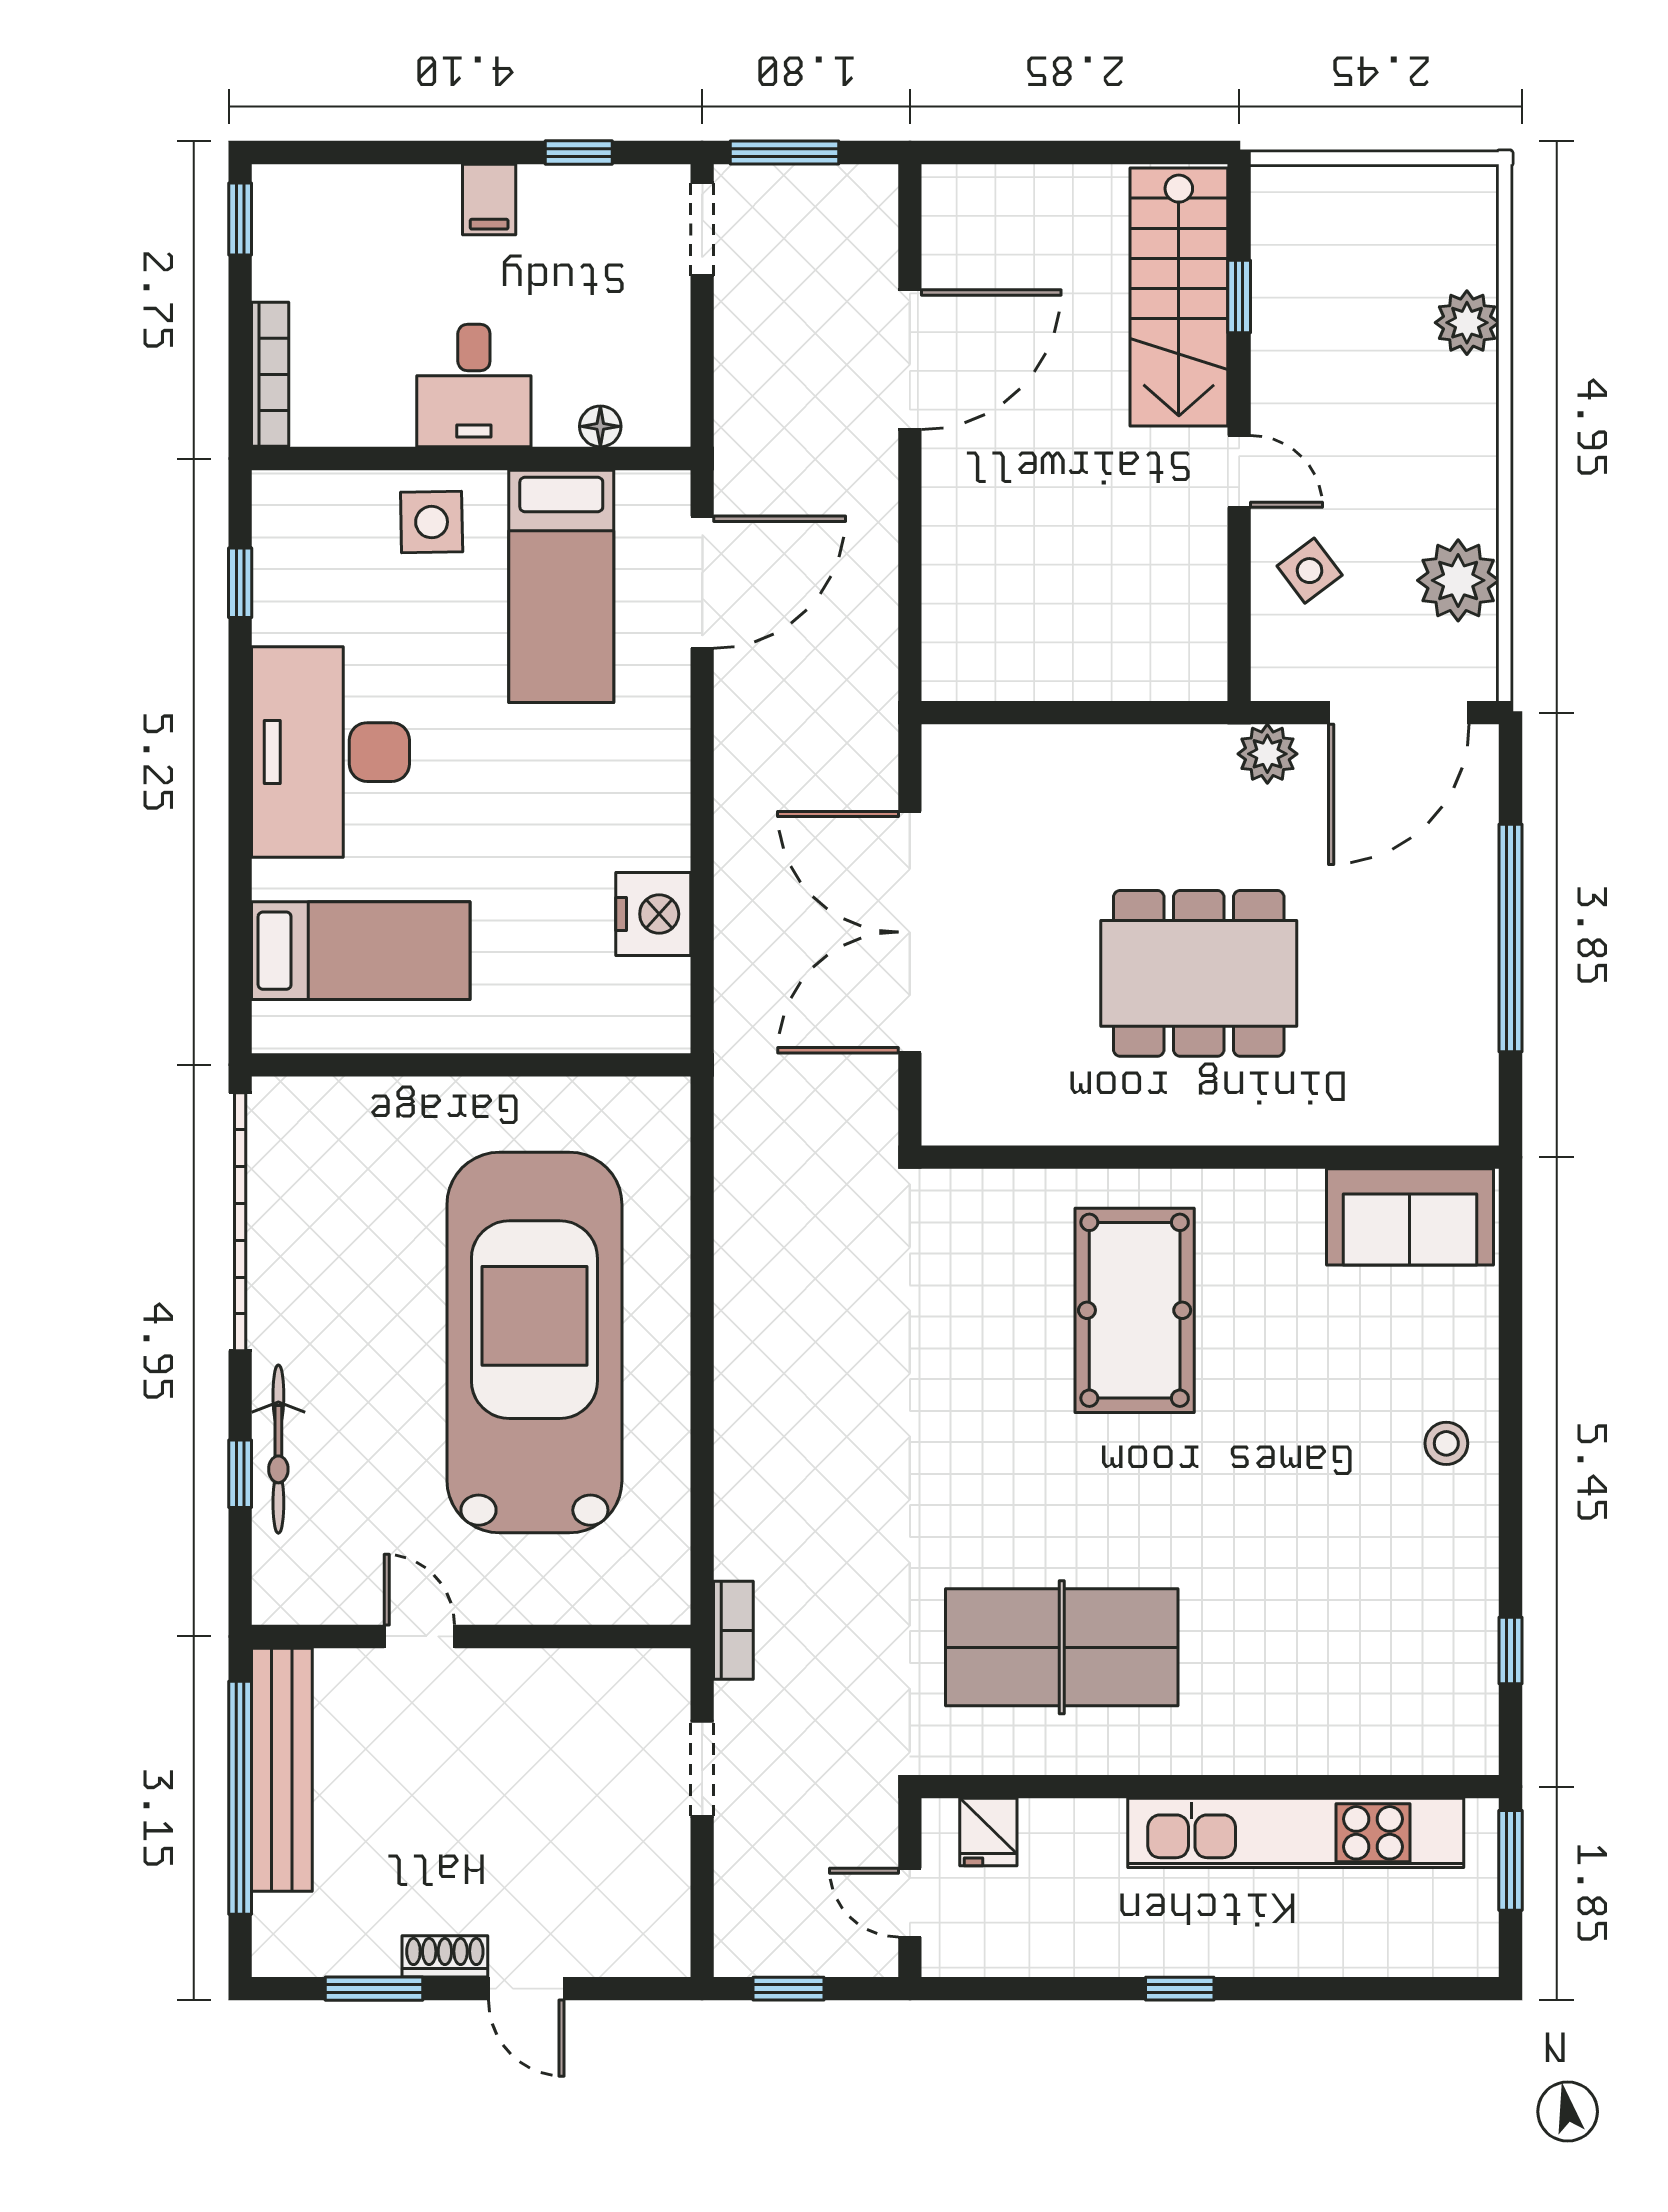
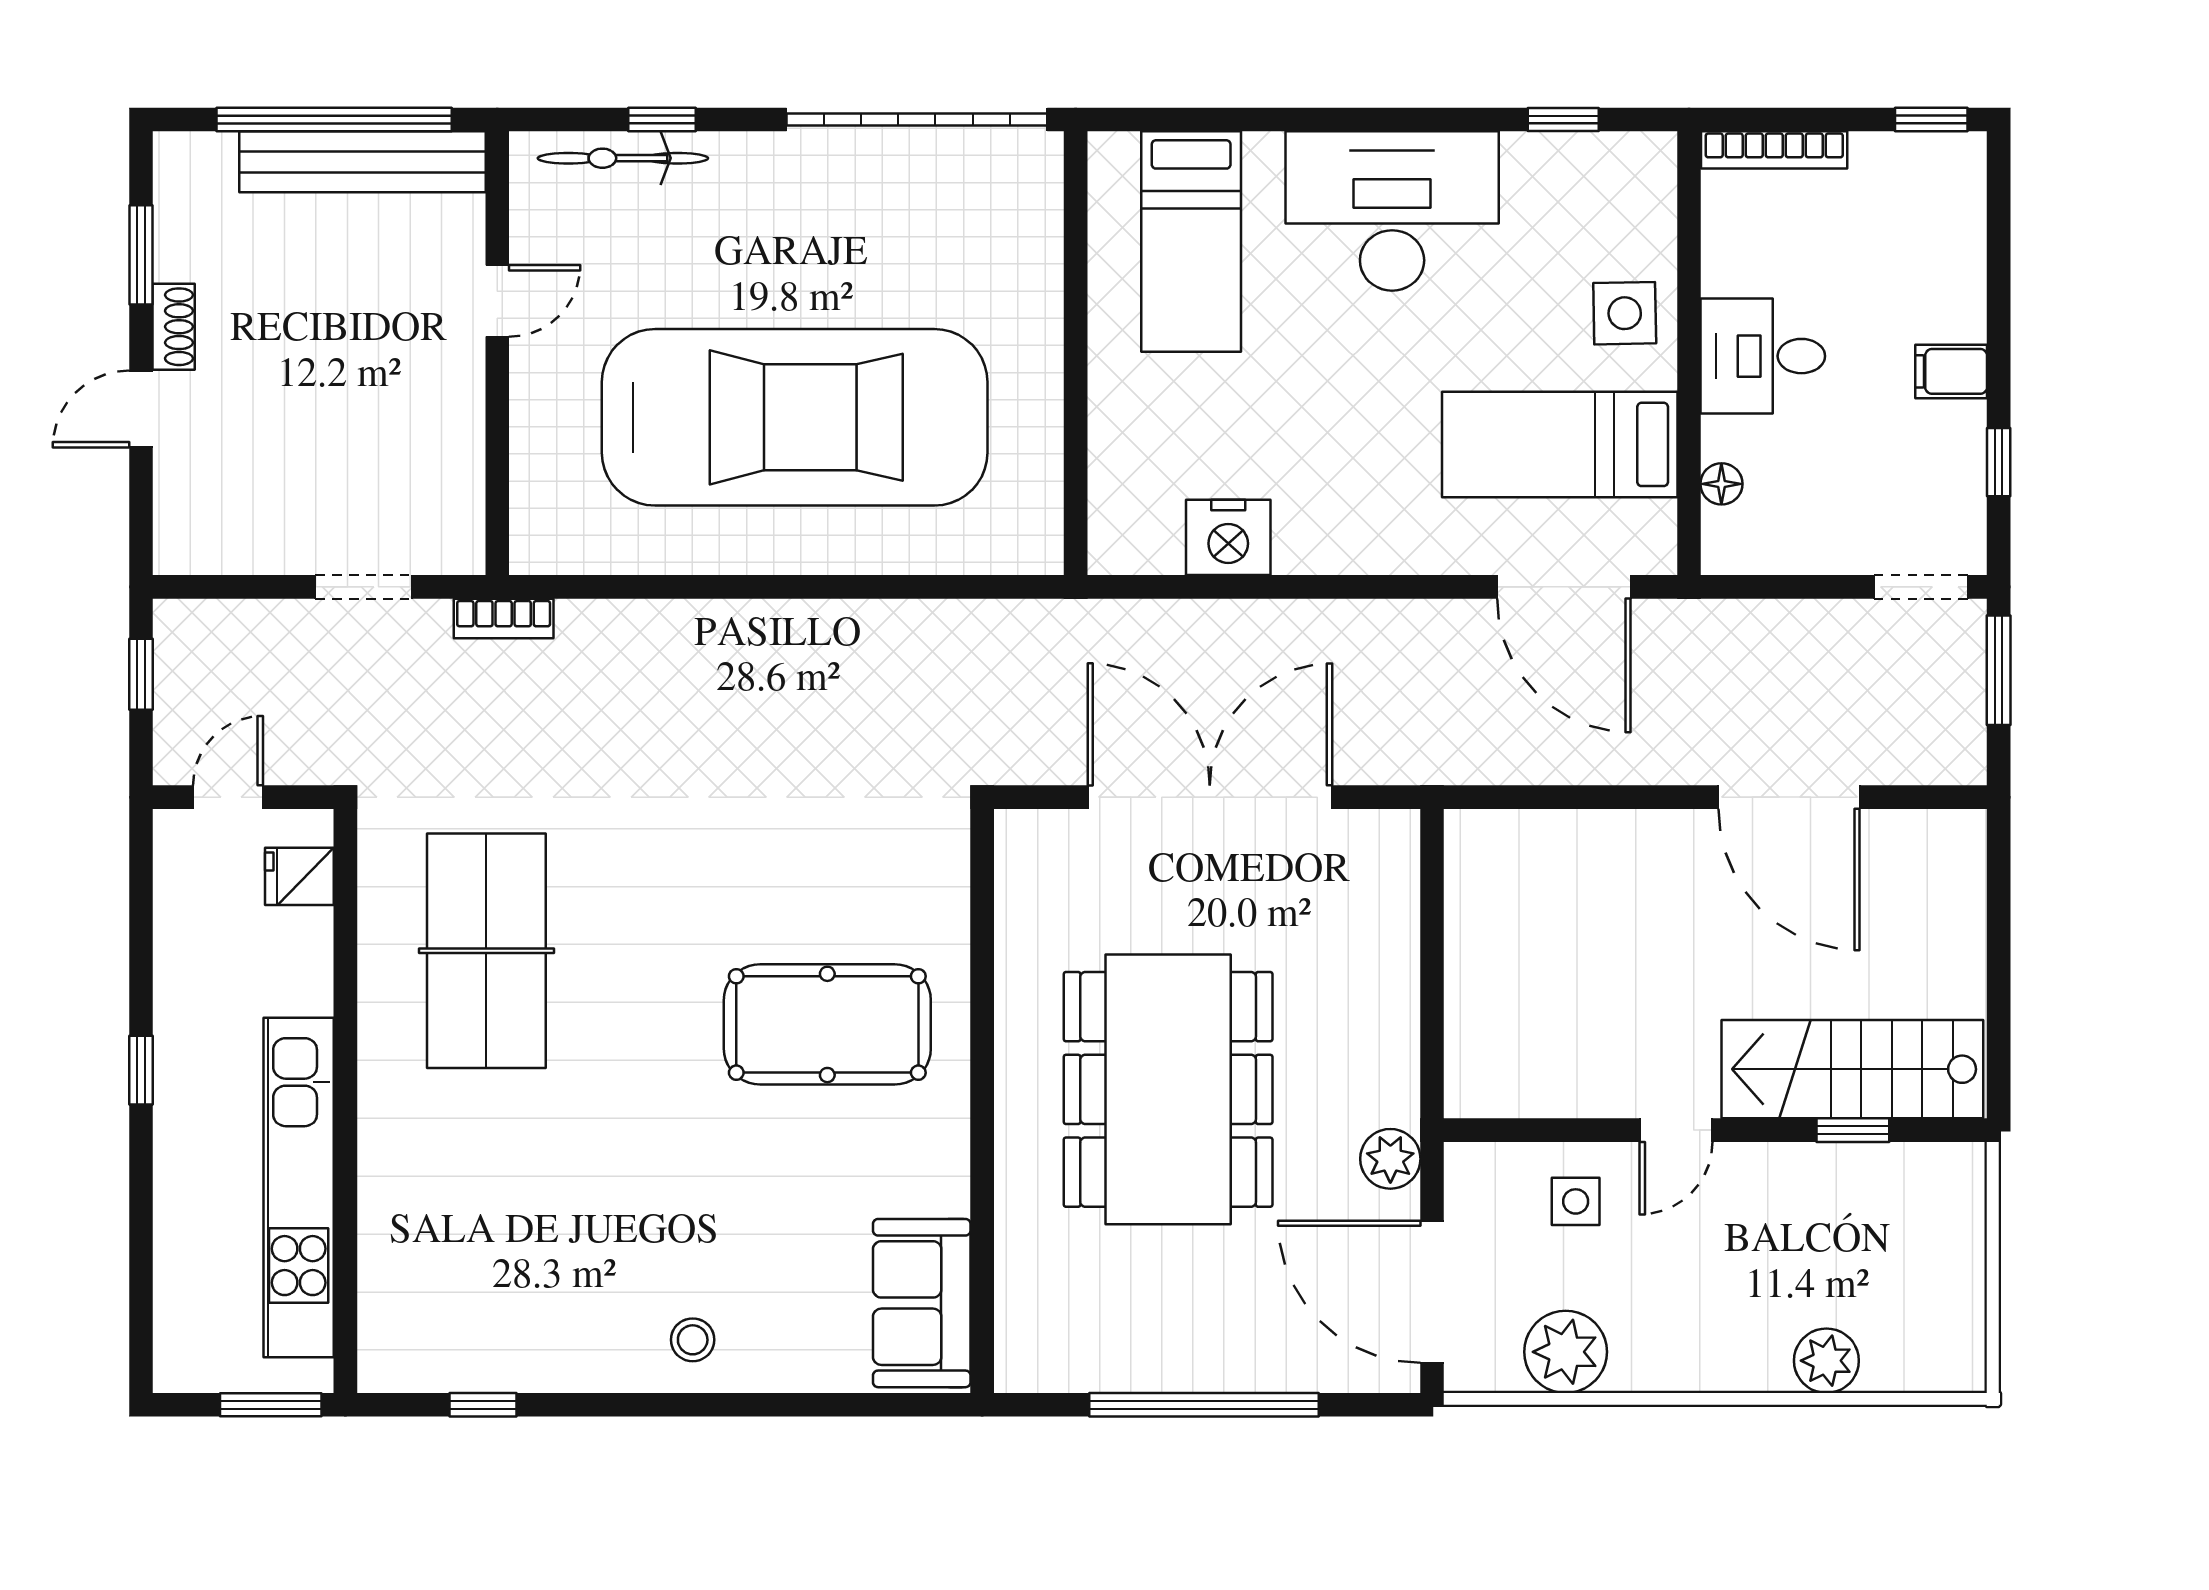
side table: (1310, 571) -> (1576, 1201), turned 37
dining table: (1199, 973) -> (1168, 1089), width x1.36, depth x1.24
bicycle: (278, 1449) -> (623, 158), moved

